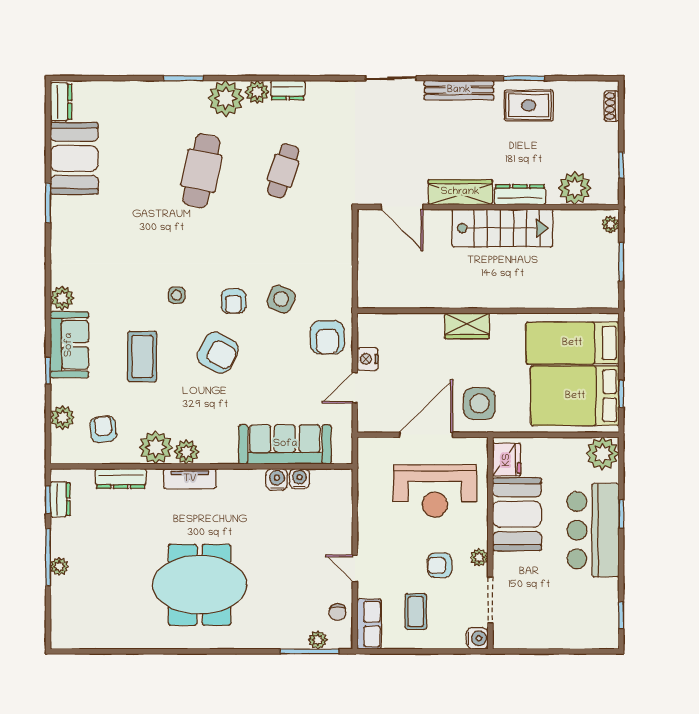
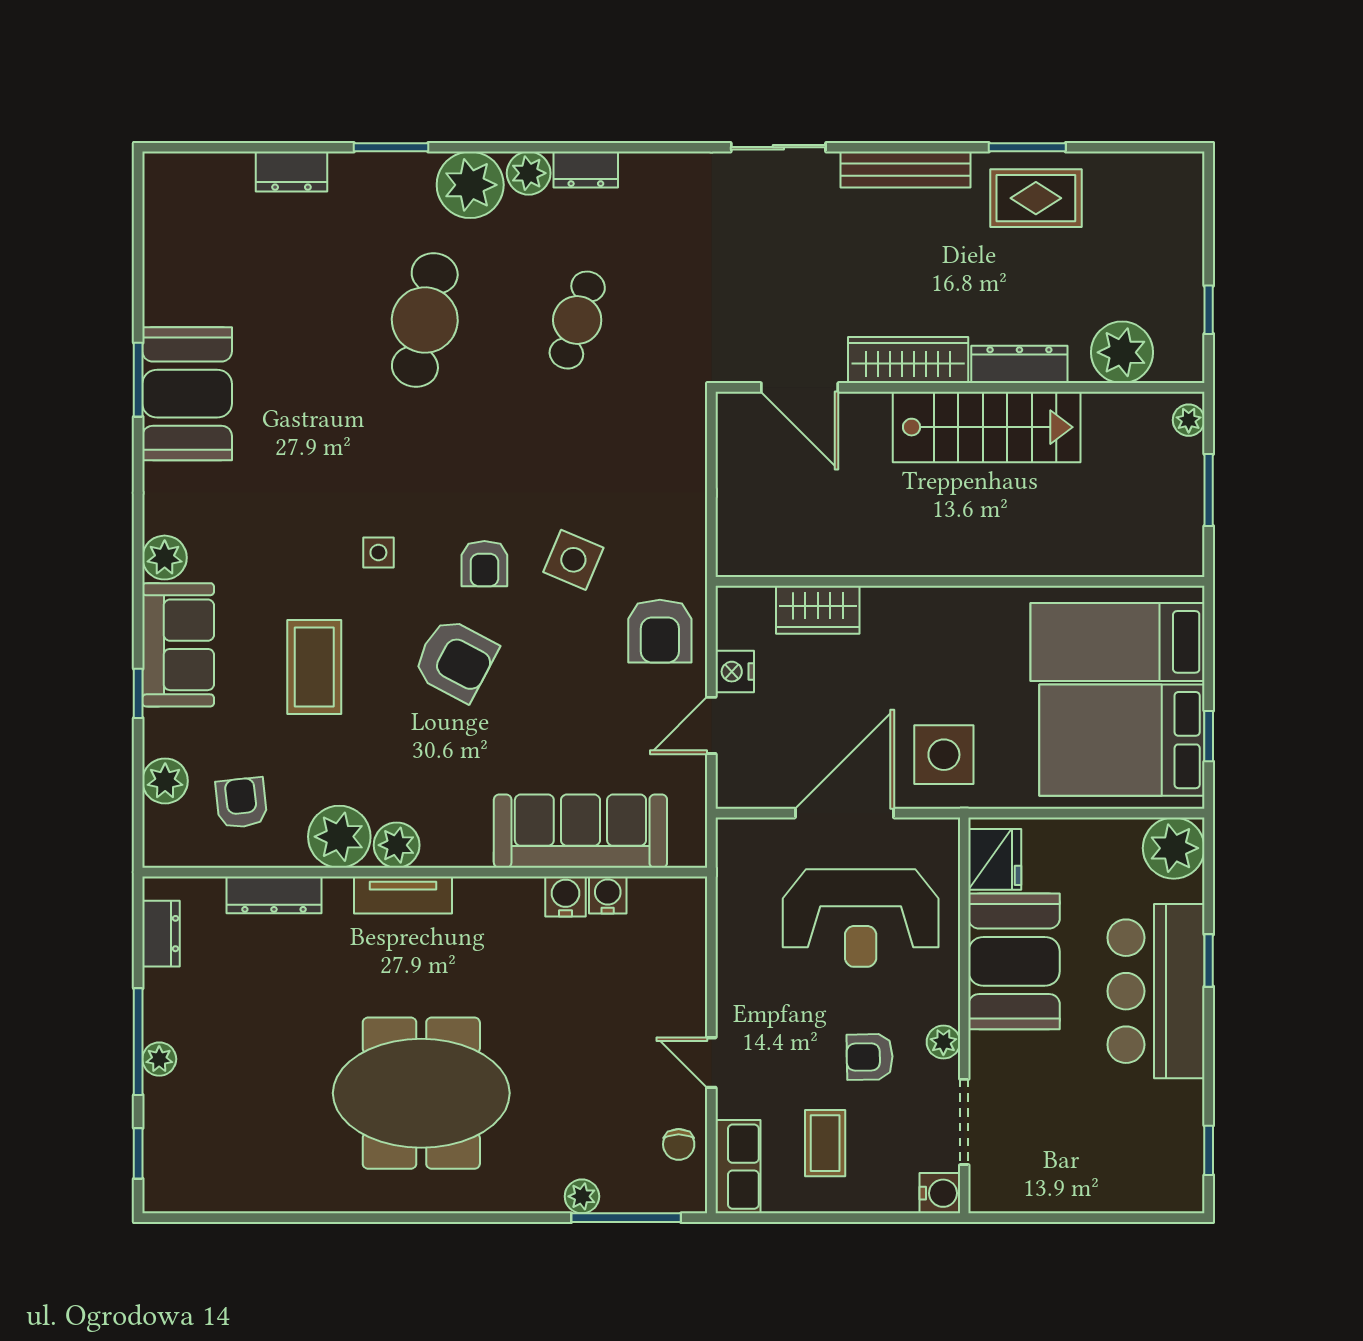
dresser: (61, 102) -> (291, 171), moved, turned 90
shoe rack: (612, 106) -> (1191, 199), removed
booth: (74, 158) -> (187, 394), moved
wardrobe: (467, 326) -> (818, 610), moved
window: (48, 500) -> (138, 1153), moved
plant: (318, 640) -> (582, 1196), moved

